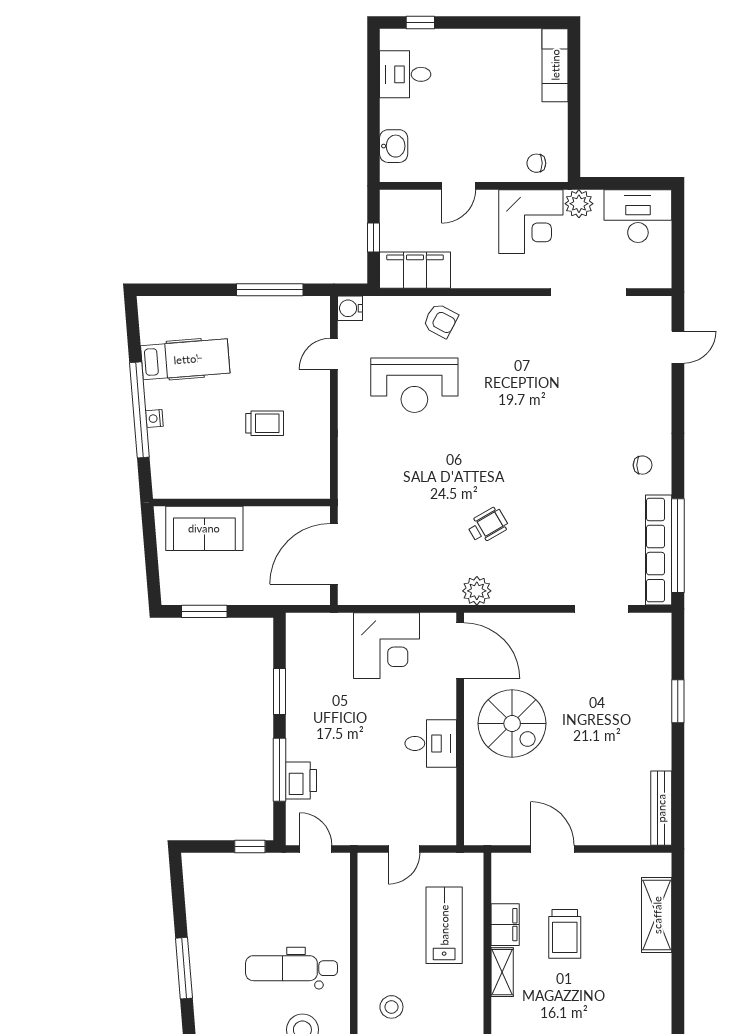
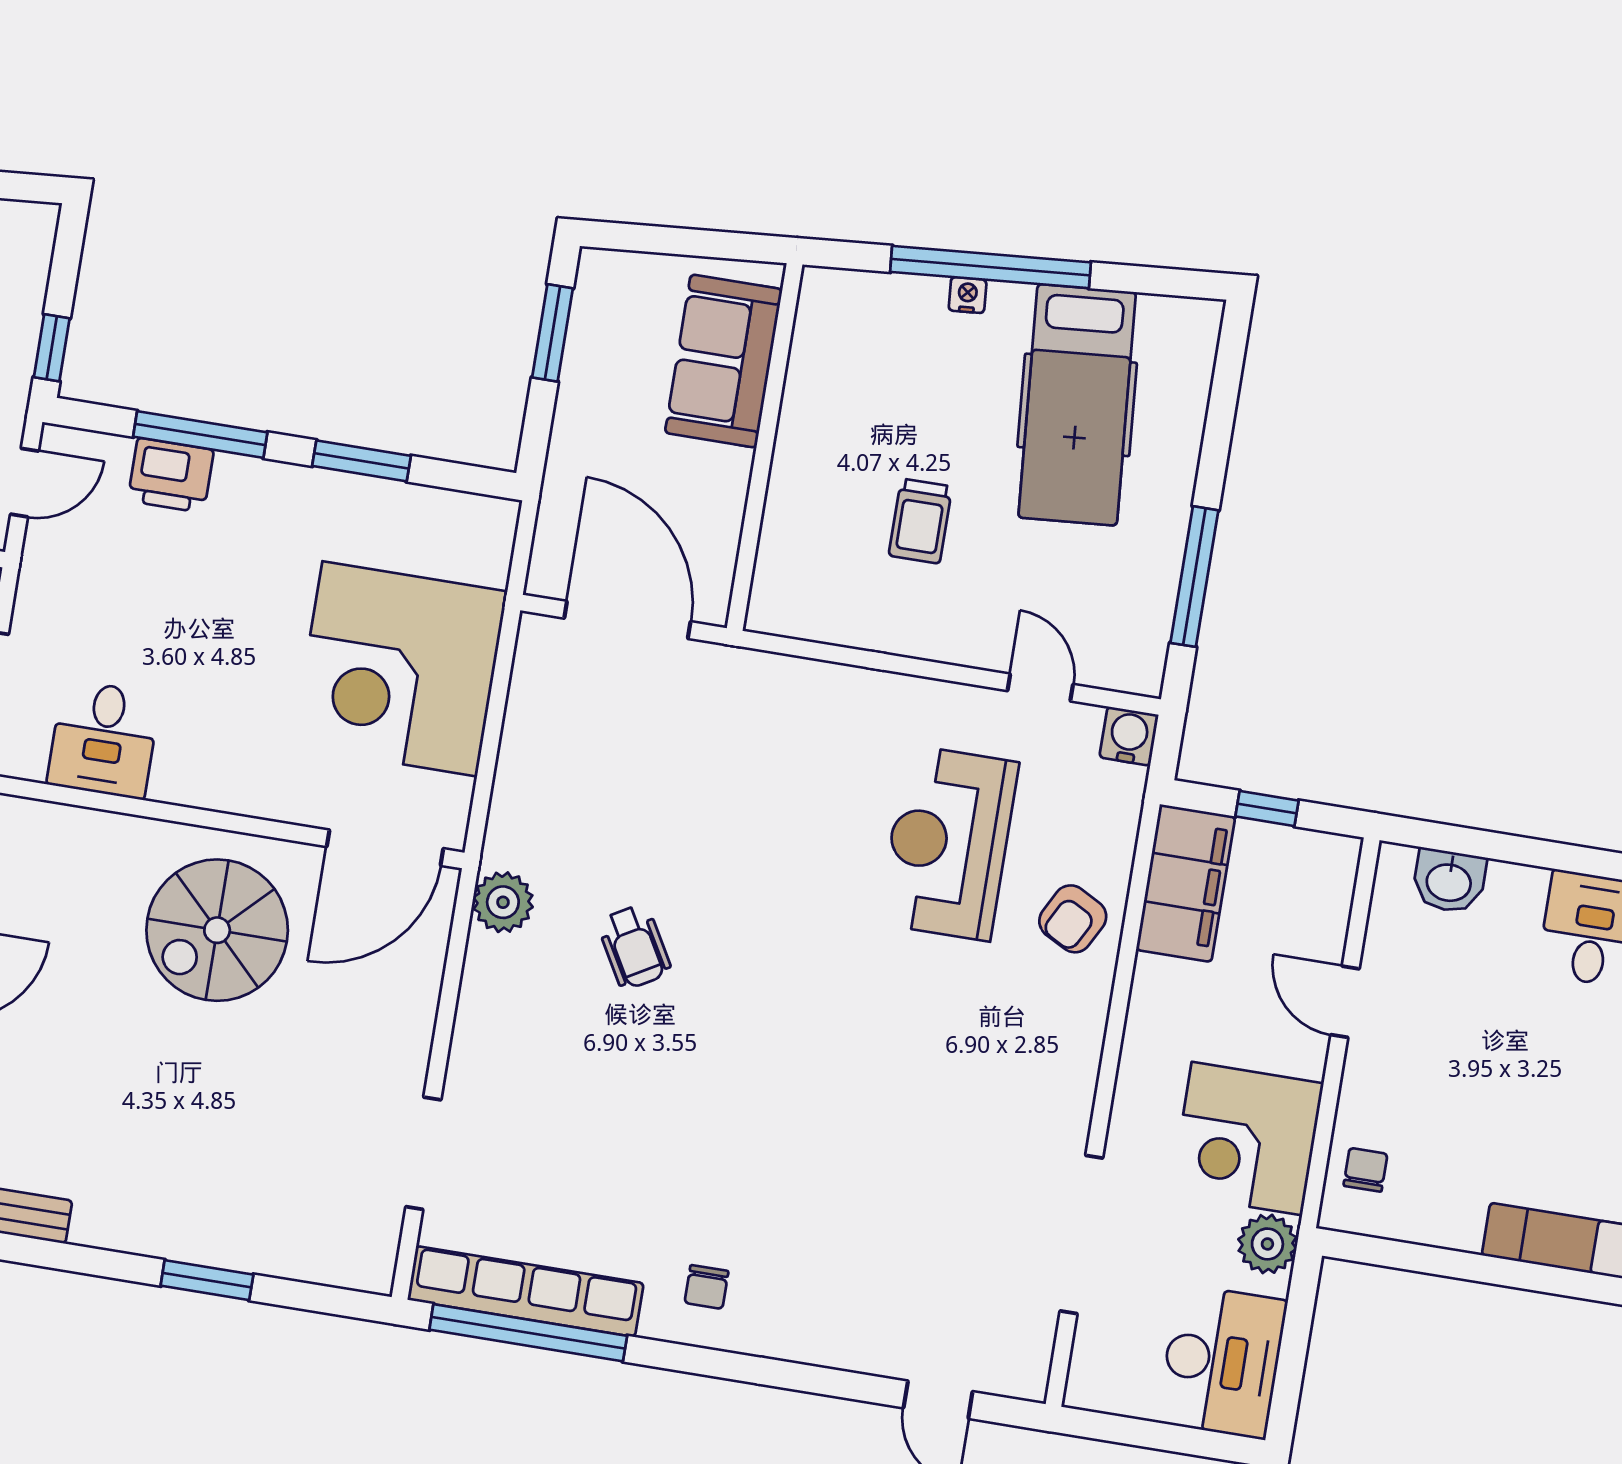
hospital bed: (185, 359) -> (1077, 405), width x1.37, depth x1.29
corner desk: (387, 646) -> (400, 669), width x1.36, depth x1.36
desk: (431, 743) -> (104, 739), moved

